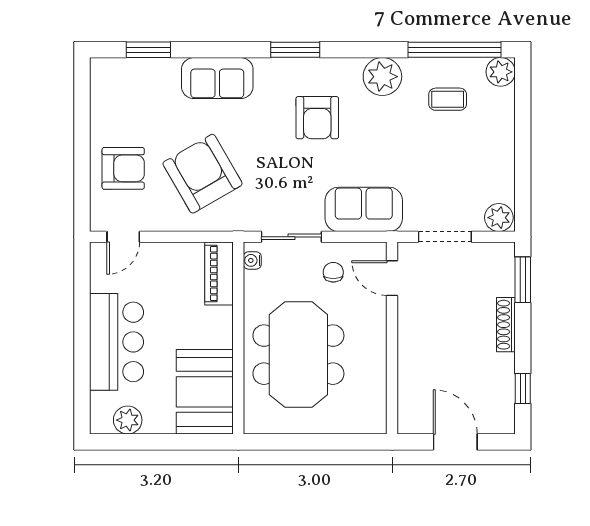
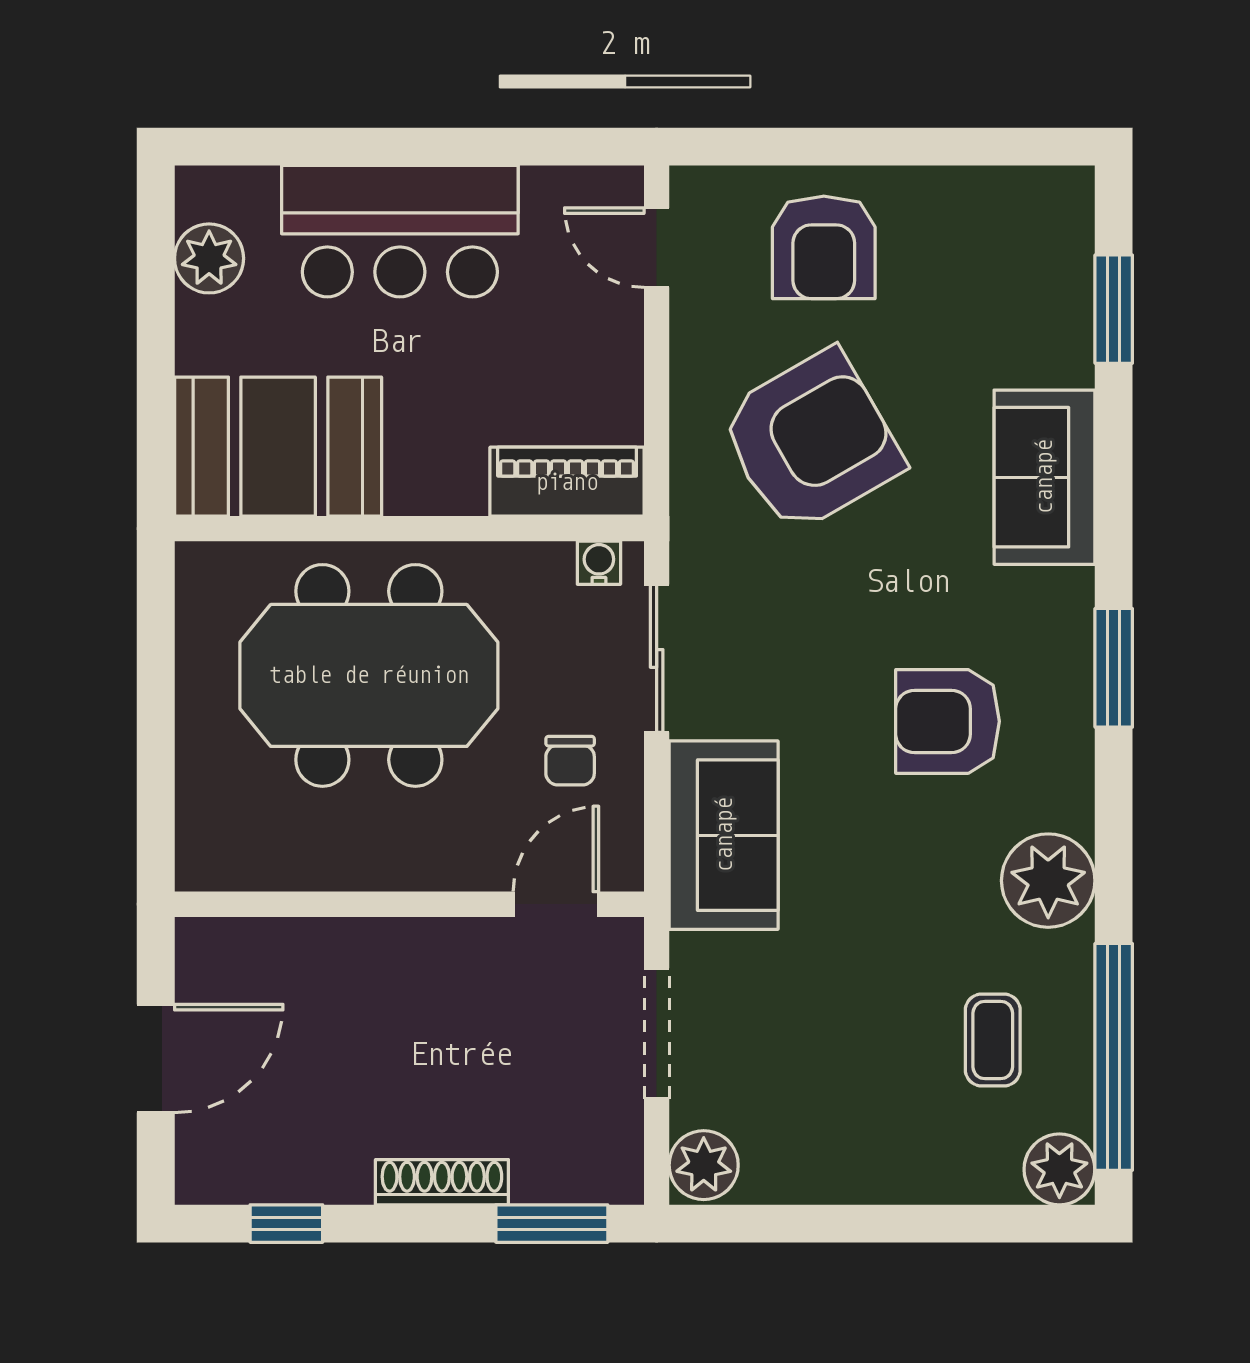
chair: (333, 272) -> (570, 761), turned 90

